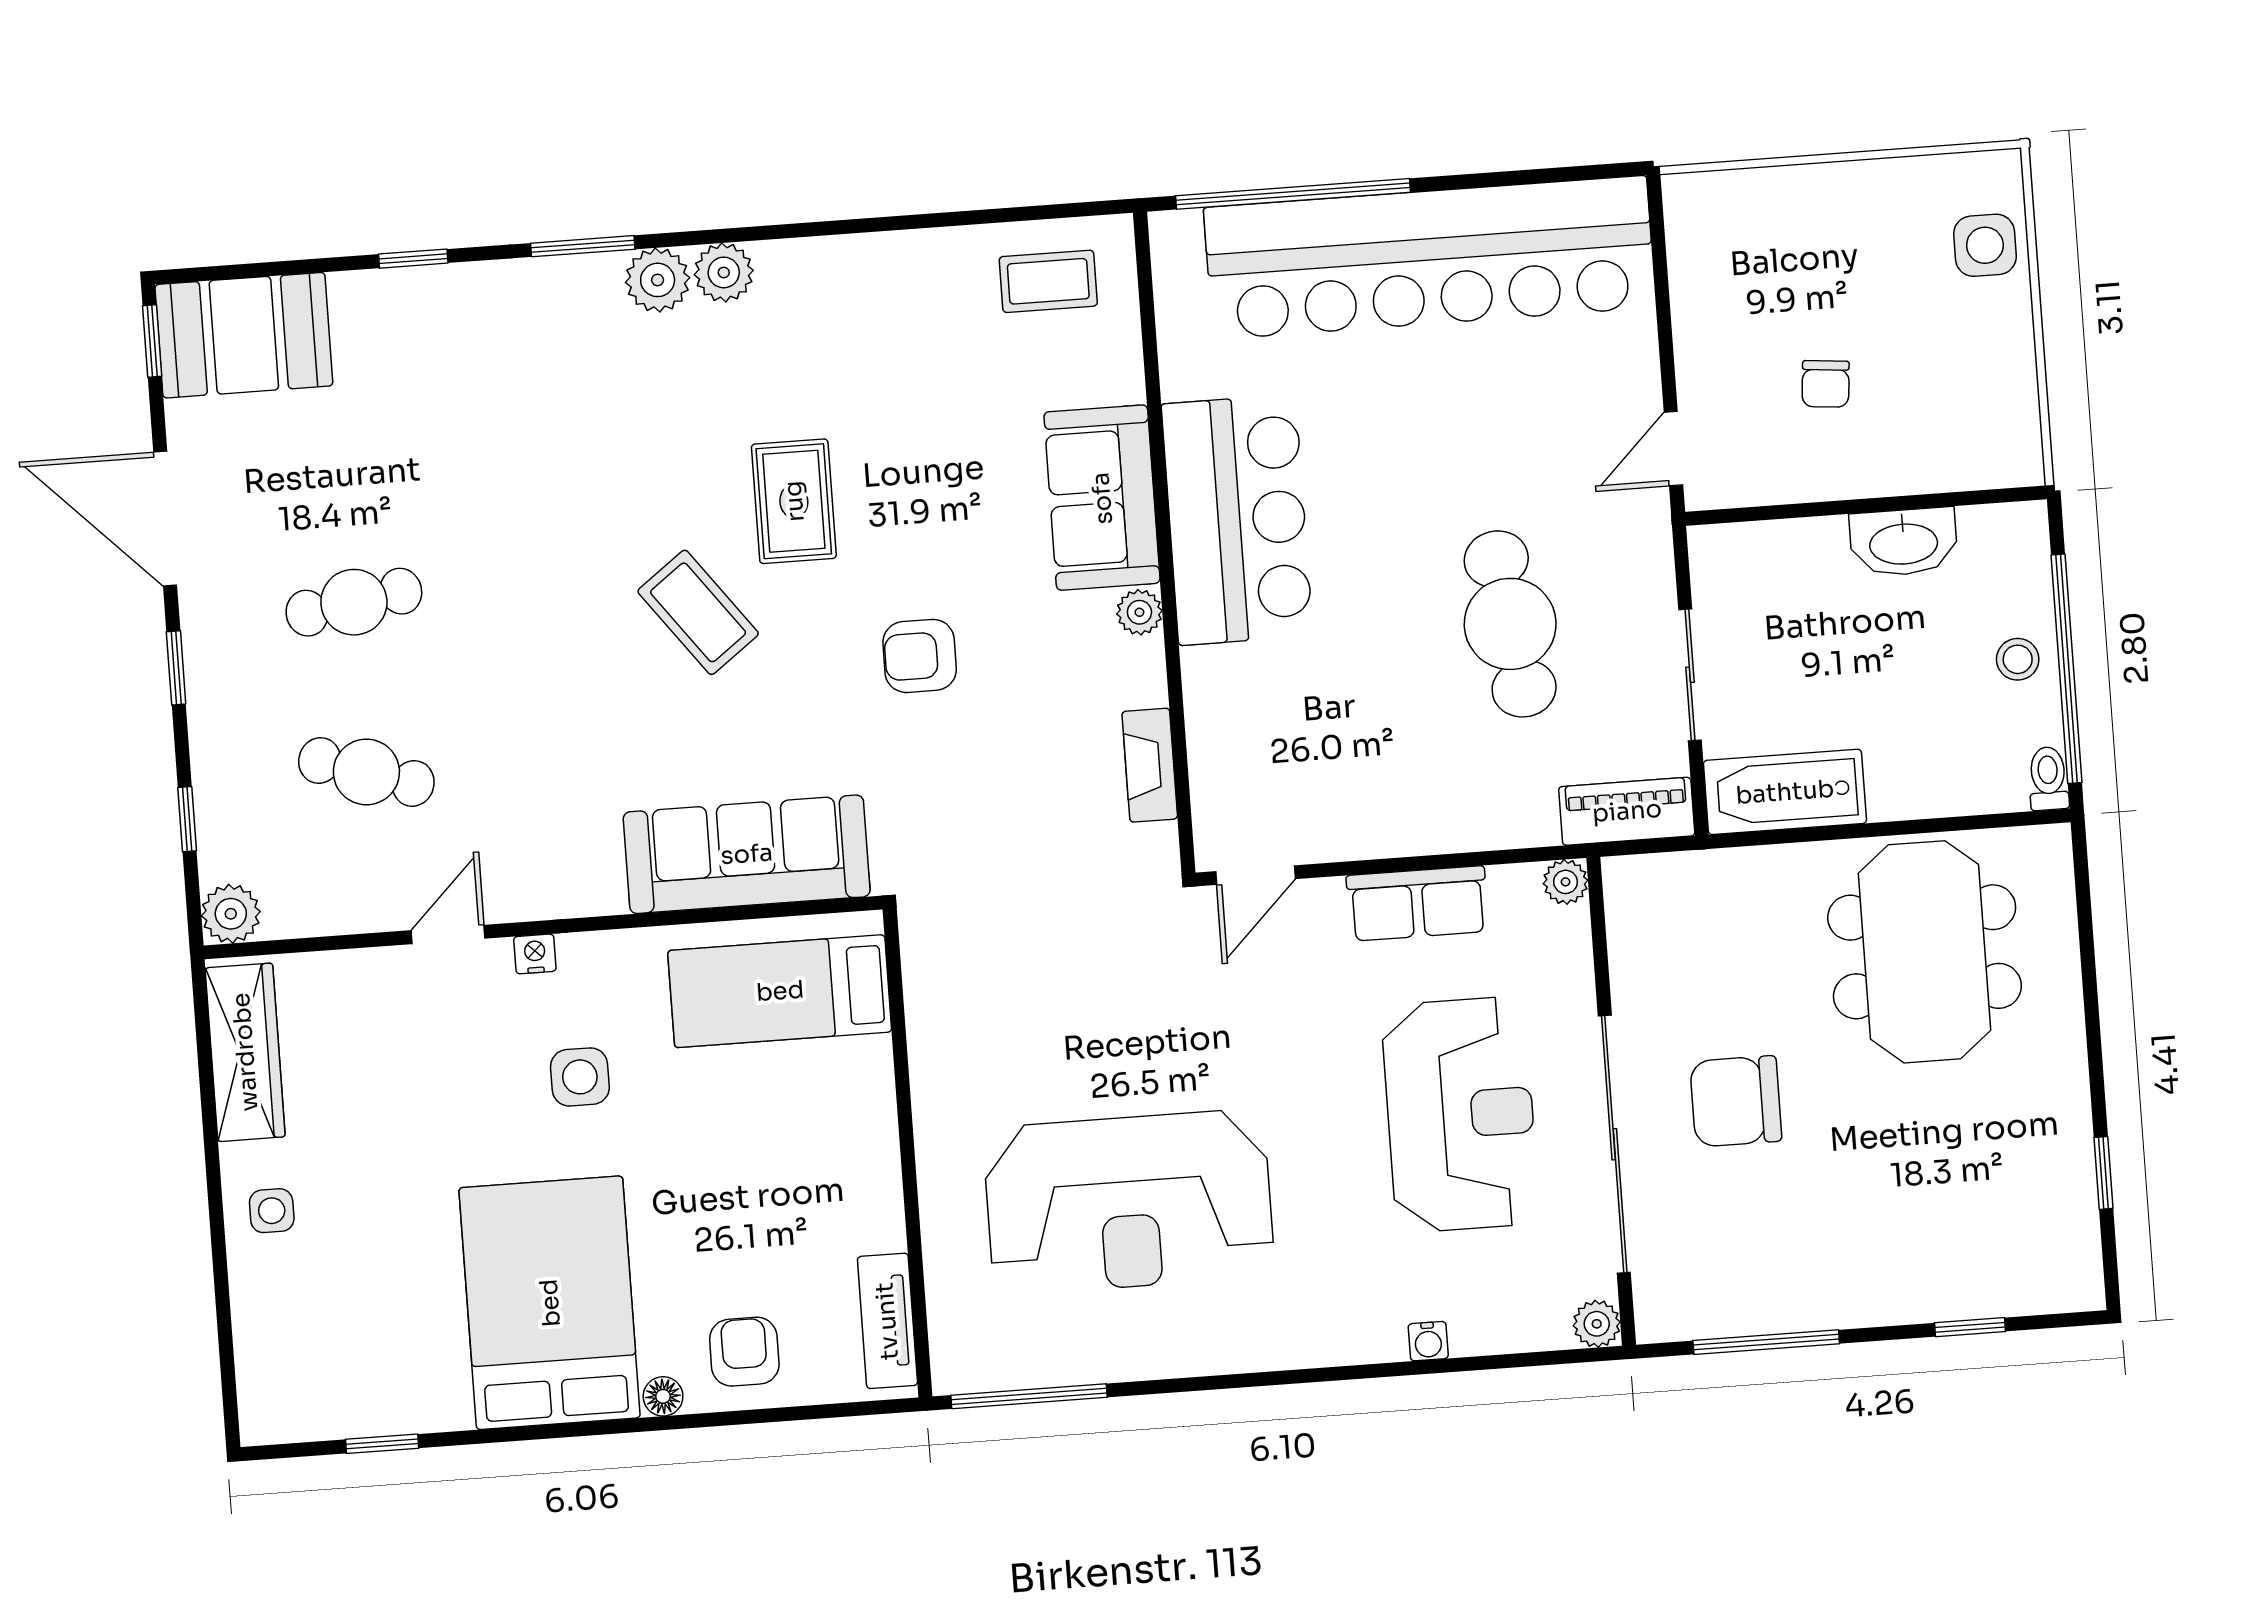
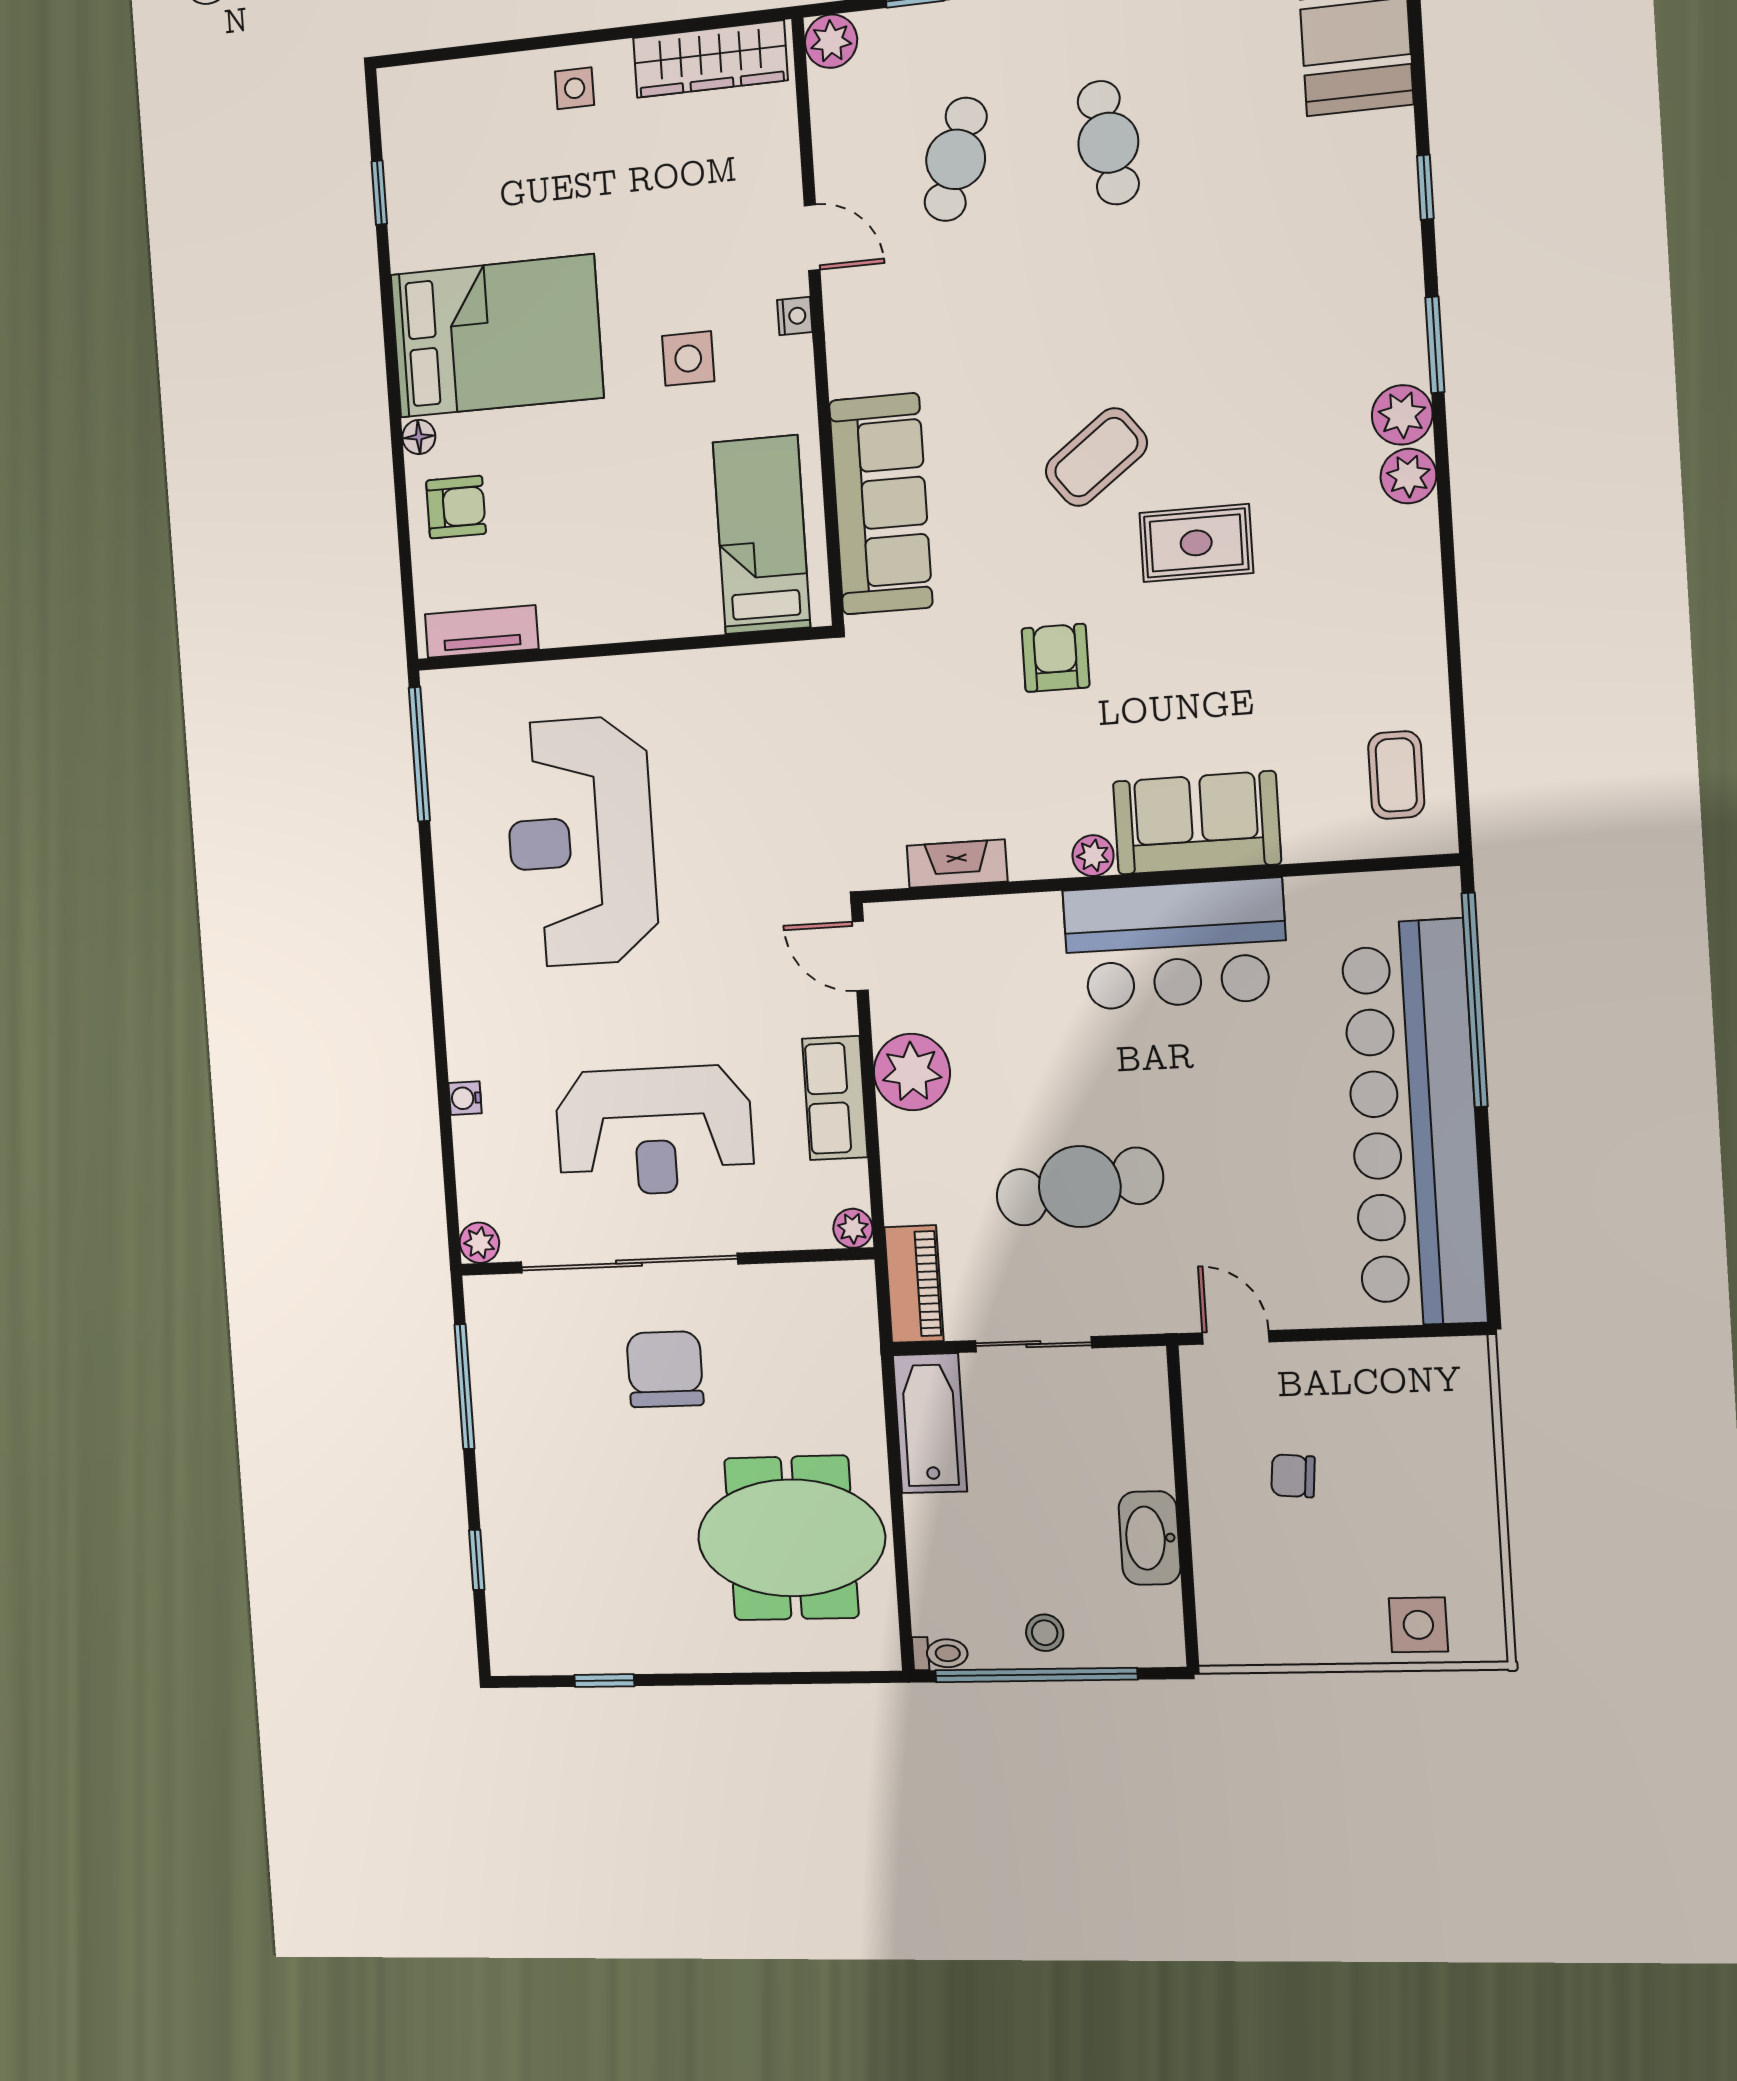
plant: (1386, 815) -> (912, 1072), added

